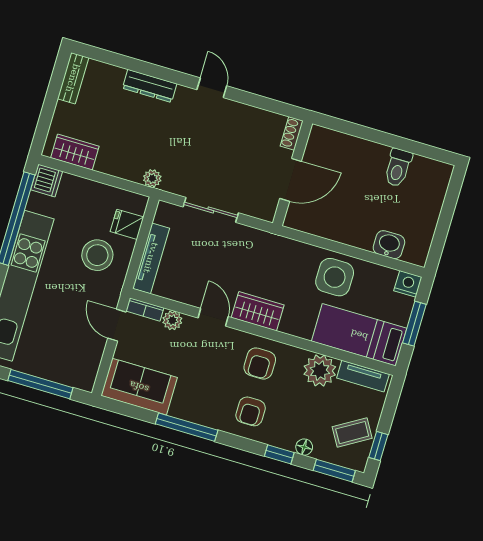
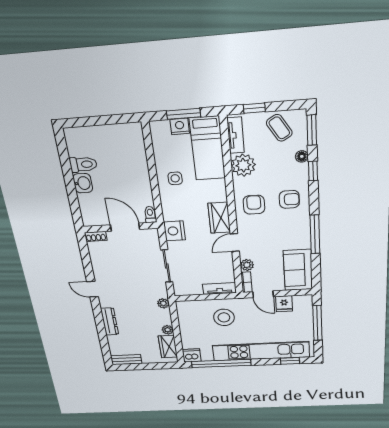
door: (212, 88) -> (93, 289), hinge flipped
plant: (105, 165) -> (168, 330), added
toilet: (296, 222) -> (150, 215), added
fridge: (127, 224) -> (284, 304), moved
nightstand: (260, 244) -> (174, 231), added
washbasin: (389, 245) -> (83, 183), moved, turned 180
tv unit: (151, 258) -> (219, 288), width x0.71
side table: (335, 277) -> (175, 178), width x0.54, depth x0.54
nightstand: (408, 284) -> (180, 126), moved, turned 90
door: (117, 325) -> (263, 294), hinge flipped
armchair: (260, 363) -> (254, 205), turned -90
window: (378, 446) -> (254, 108), moved

